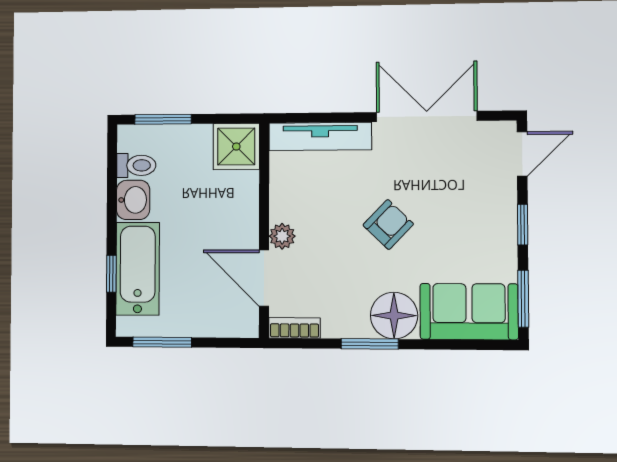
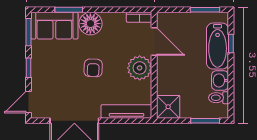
armchair: (388, 225) -> (93, 68), turned -42
plant: (282, 236) -> (140, 68), width x1.88, depth x1.88
window: (370, 344) -> (69, 10), moved

